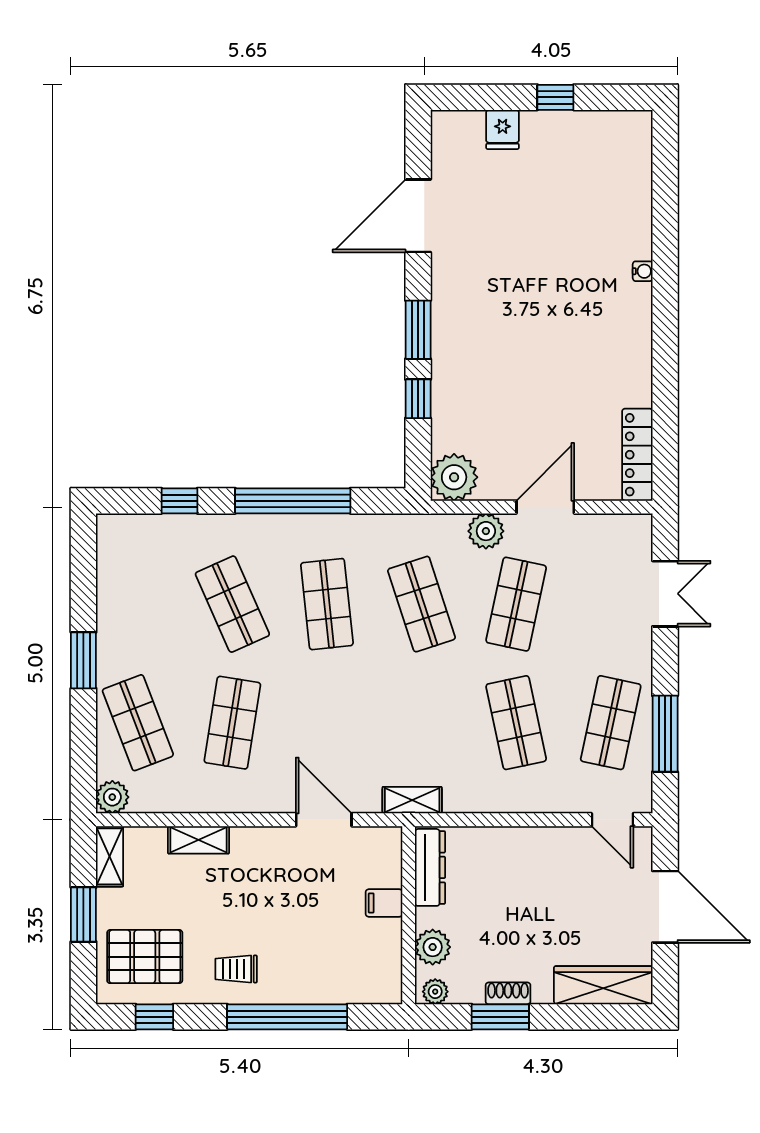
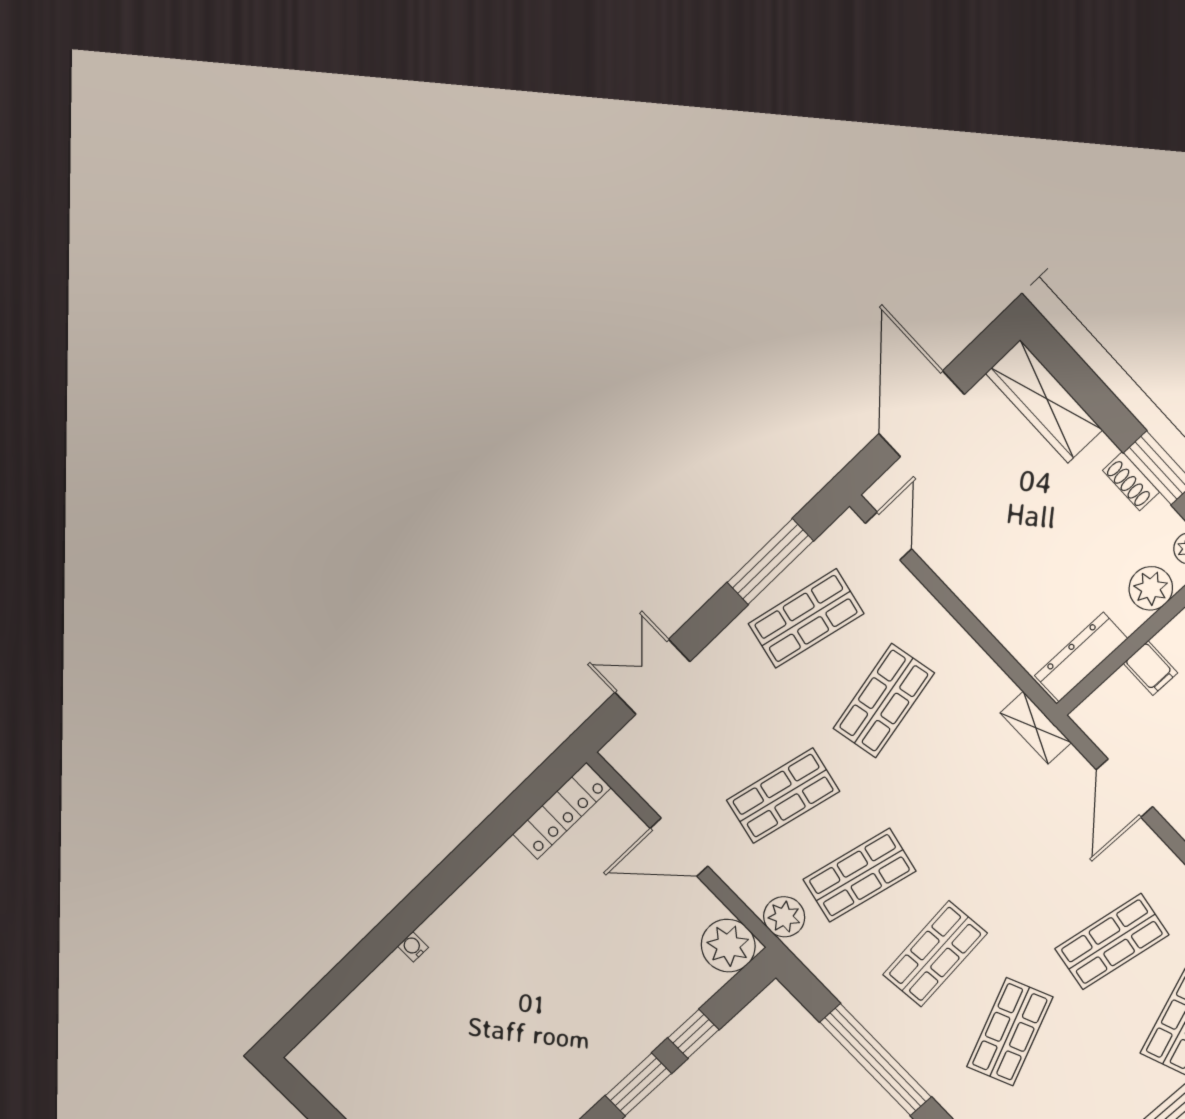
plant: (486, 531) -> (784, 917), moved
shop shelf: (422, 604) -> (859, 875), turned 30

